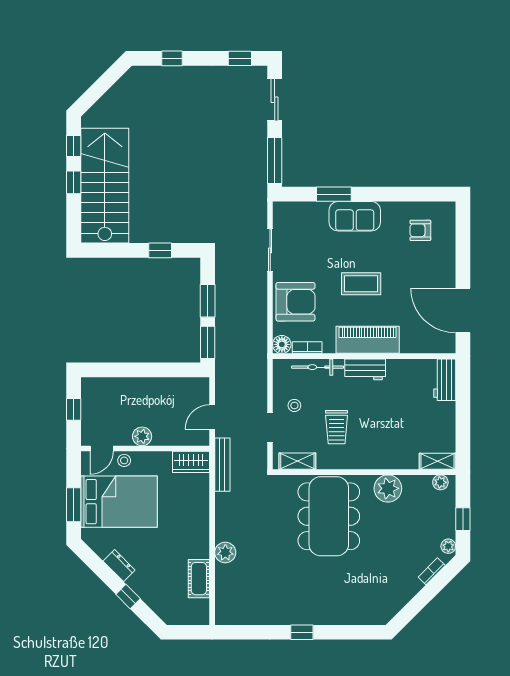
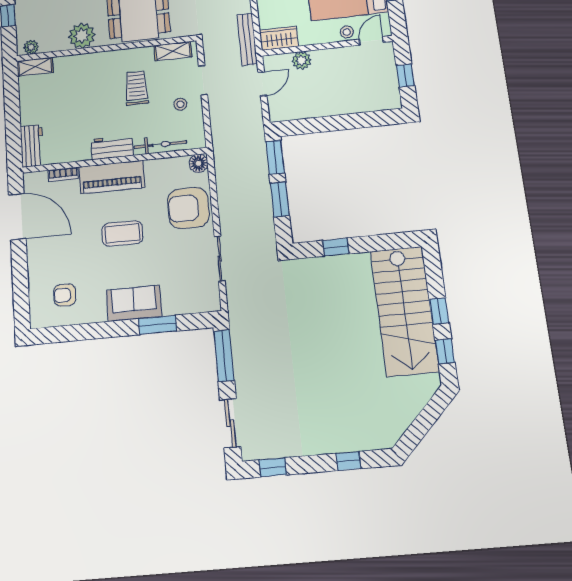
armchair: (420, 230) -> (65, 295), turned 180
bookcase: (307, 348) -> (63, 174), moved
plant: (142, 436) -> (302, 61), moved

